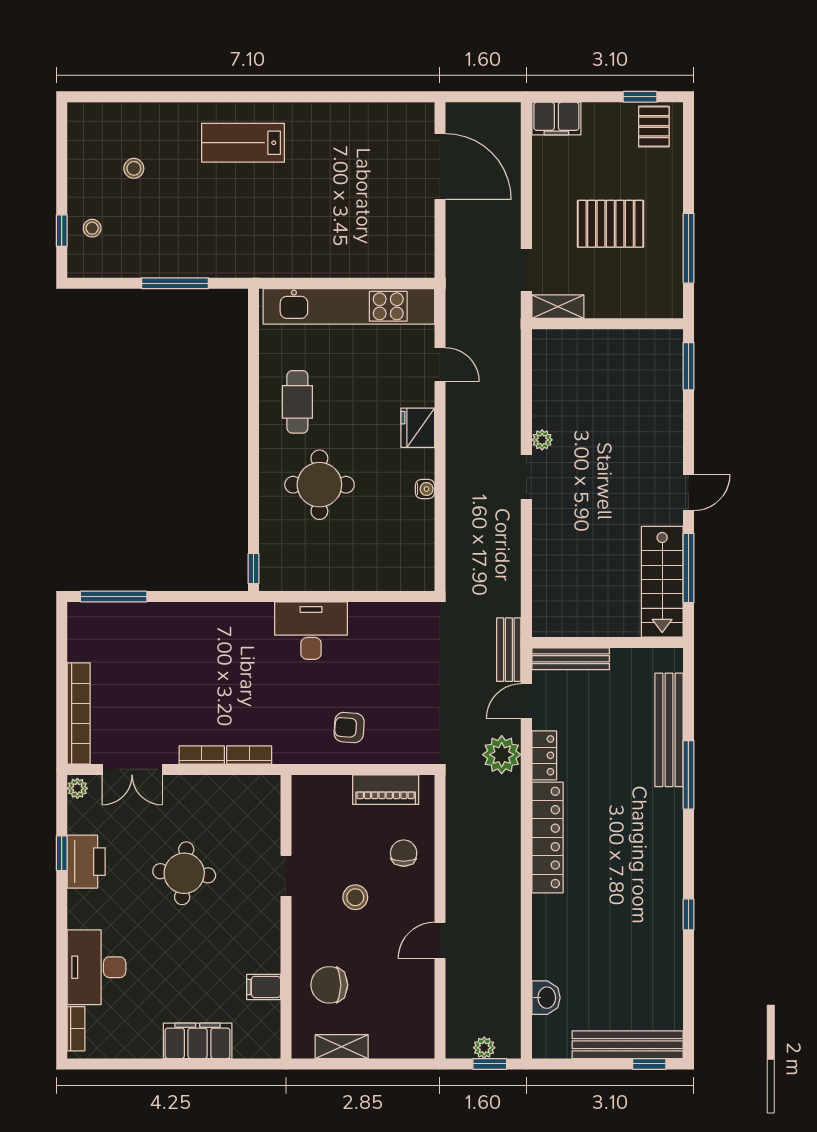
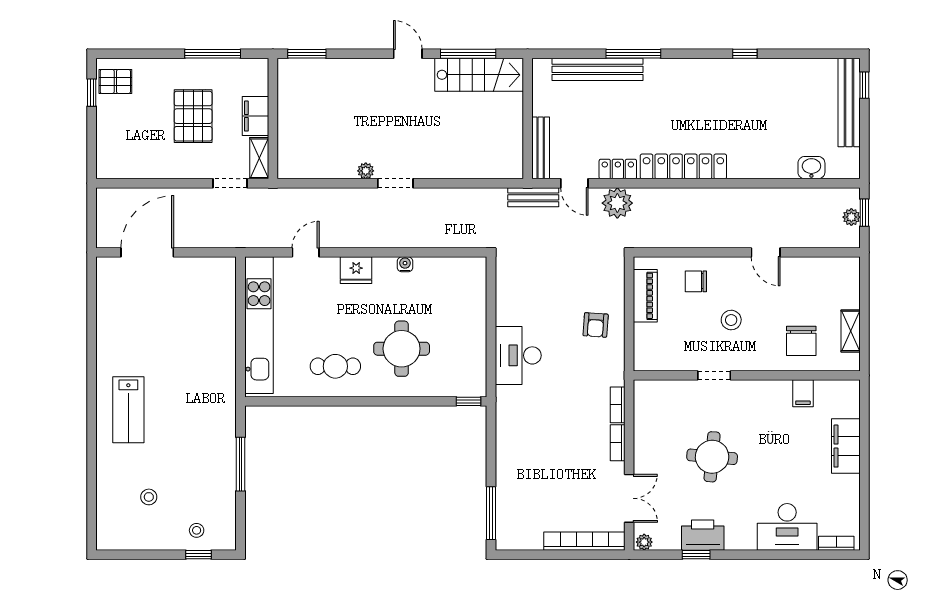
filing cabinet: (556, 119) -> (256, 116), moved, turned 180

